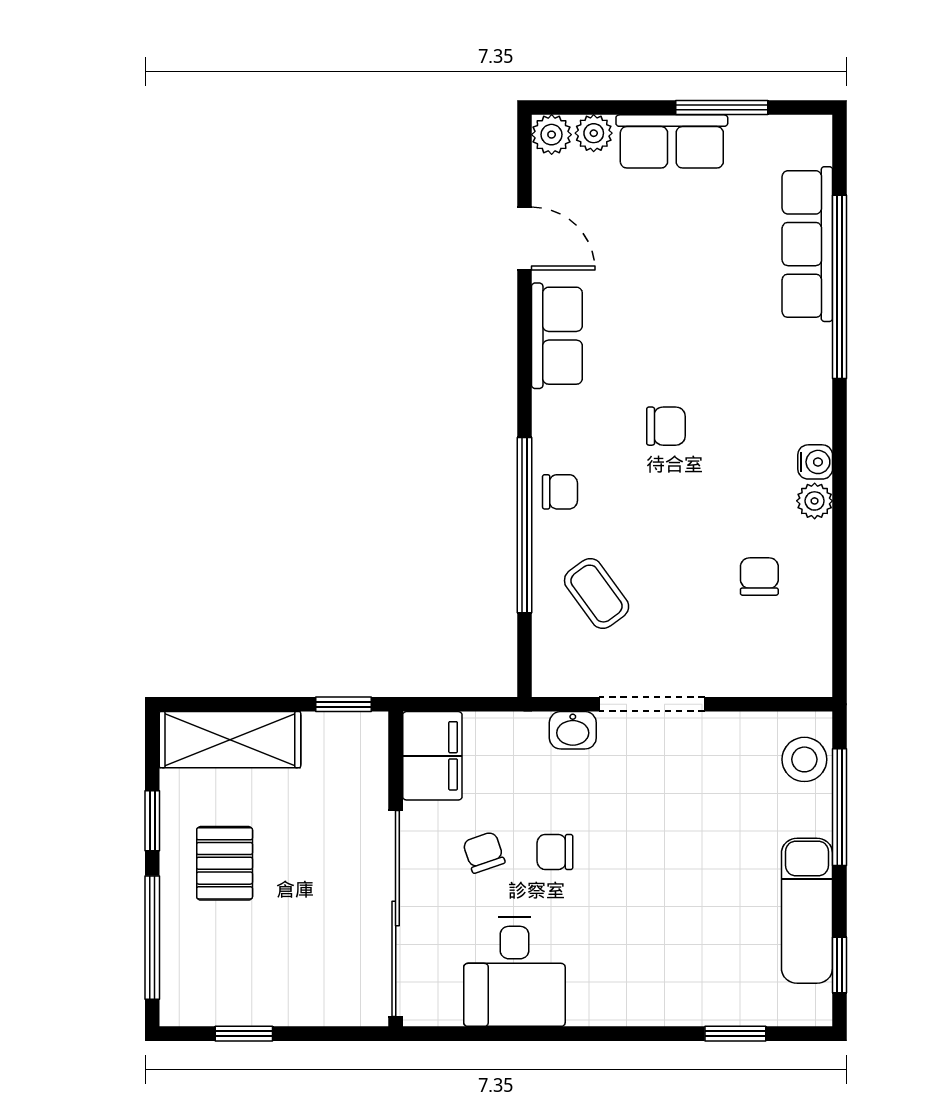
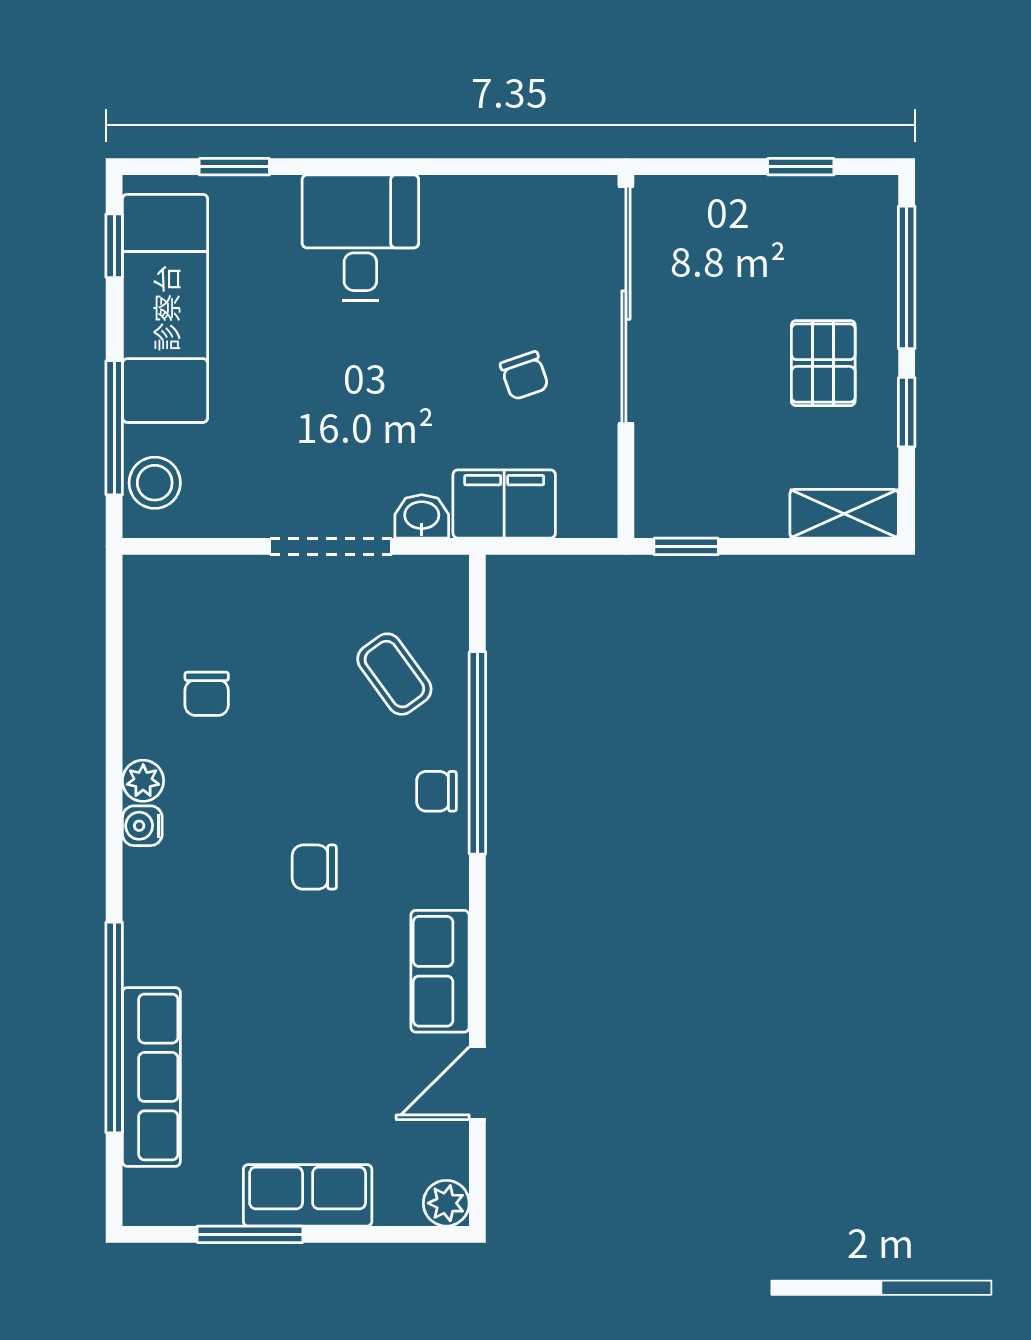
plant: (594, 133) -> (398, 1205), removed
door: (525, 239) -> (477, 1083), hinge flipped
shelving: (230, 740) -> (844, 514), width x0.67, depth x0.75
filing cabinet: (432, 756) -> (504, 504), moved, turned 90
chair: (555, 852) -> (442, 376), removed
exam couch: (807, 911) -> (165, 308), width x1.36, depth x1.45
desk: (514, 972) -> (360, 238), moved

